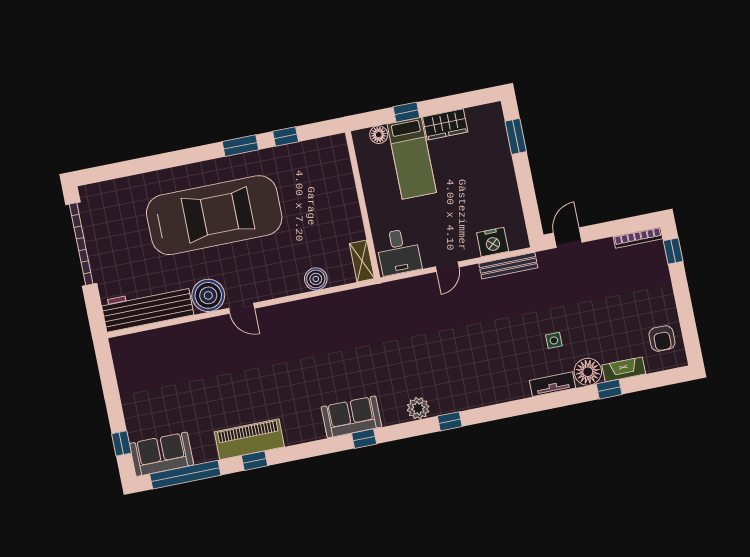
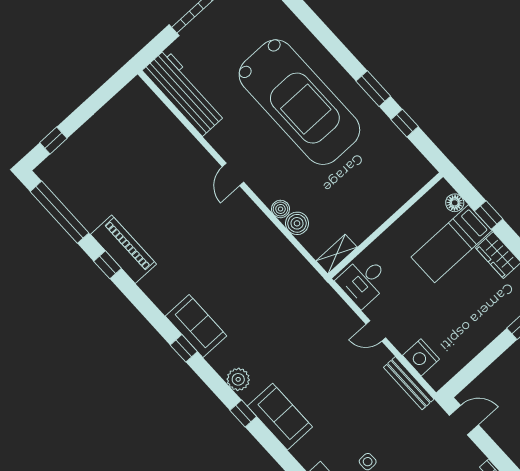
boiler: (208, 295) -> (280, 209), moved, width x0.54, depth x0.54
sofa: (162, 454) -> (280, 417), moved

